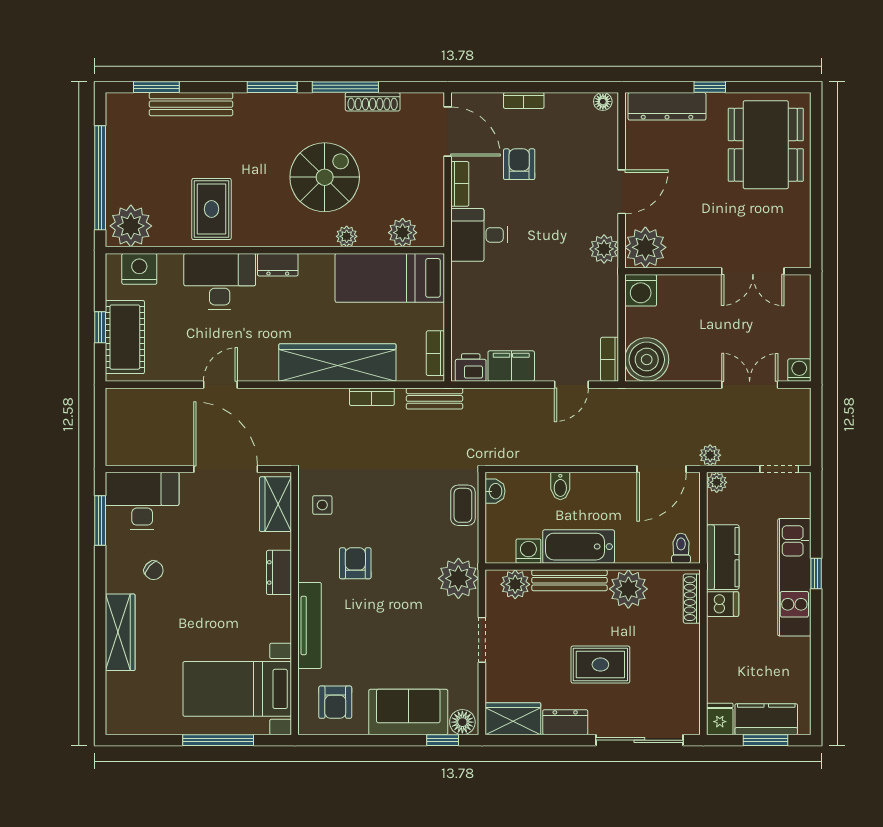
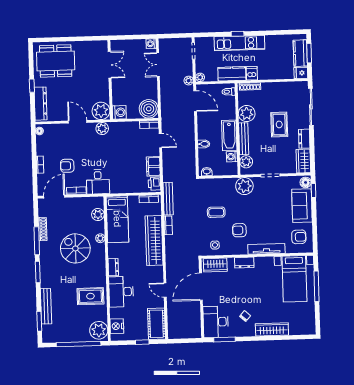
cot: (125, 337) -> (156, 324), moved, turned 90
bench: (435, 398) -> (168, 199), width x1.36
coffee table: (463, 505) -> (216, 212), moved

